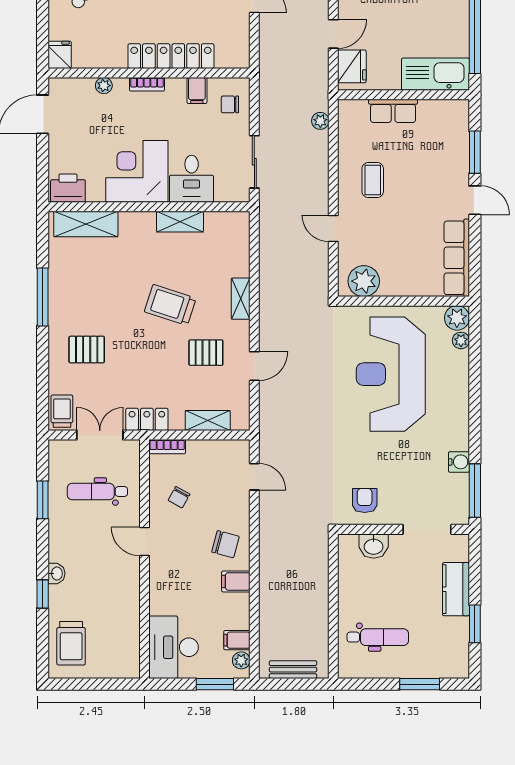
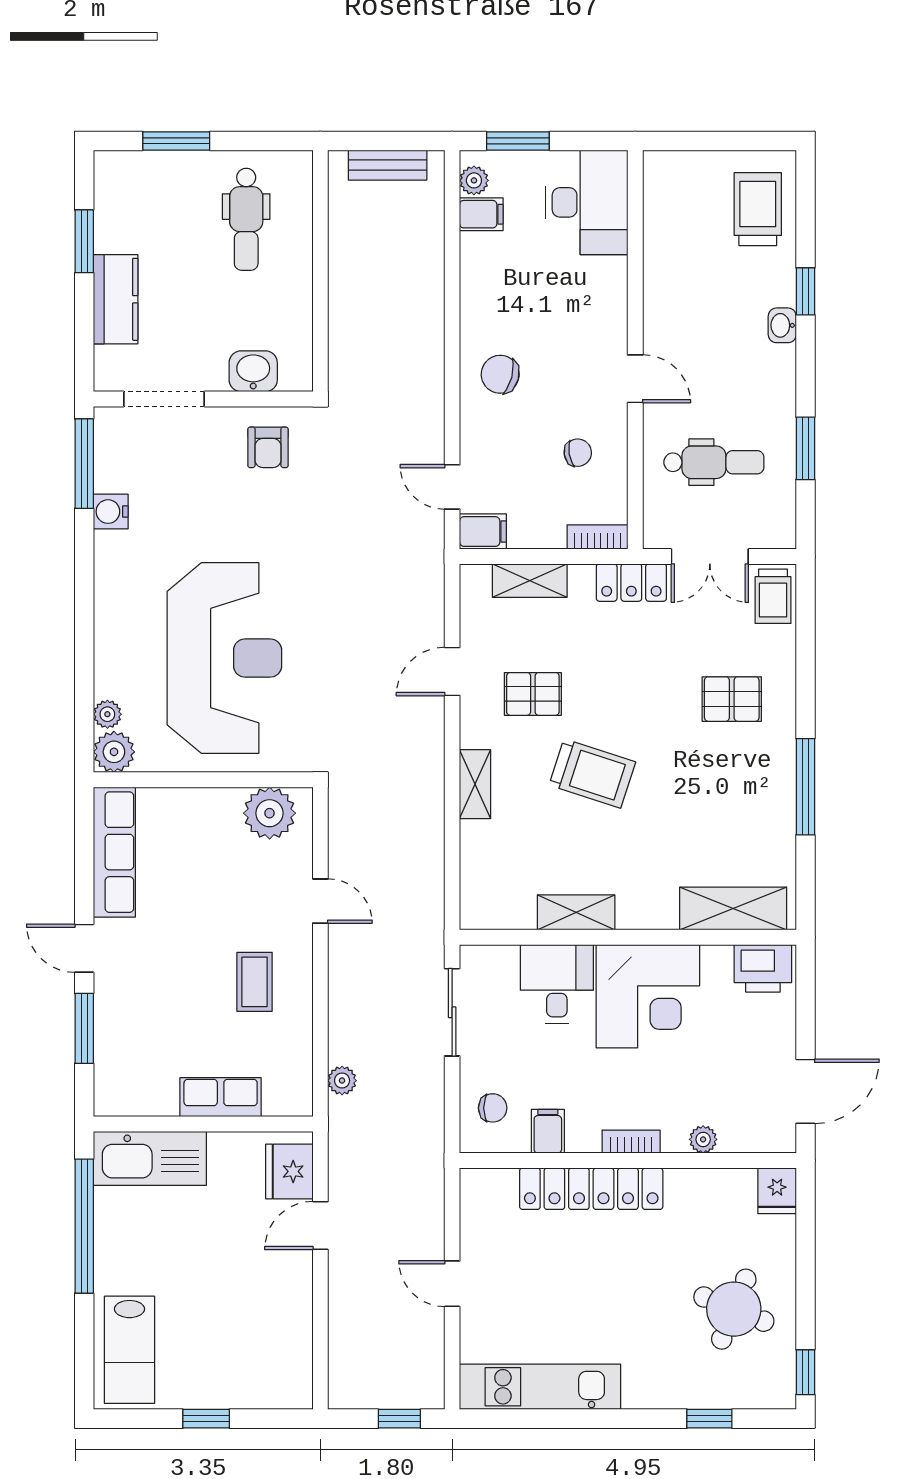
chair: (179, 497) -> (578, 453), turned 51
filing cabinet: (236, 581) -> (483, 532), moved
dental chair: (378, 637) -> (246, 219), turned -90

